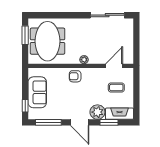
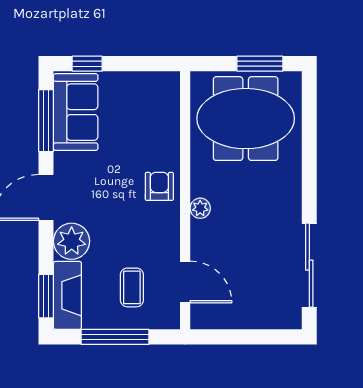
sofa: (37, 92) -> (76, 112), moved, turned -90
window: (136, 94) -> (115, 337), added
window: (109, 122) -> (46, 296), moved

